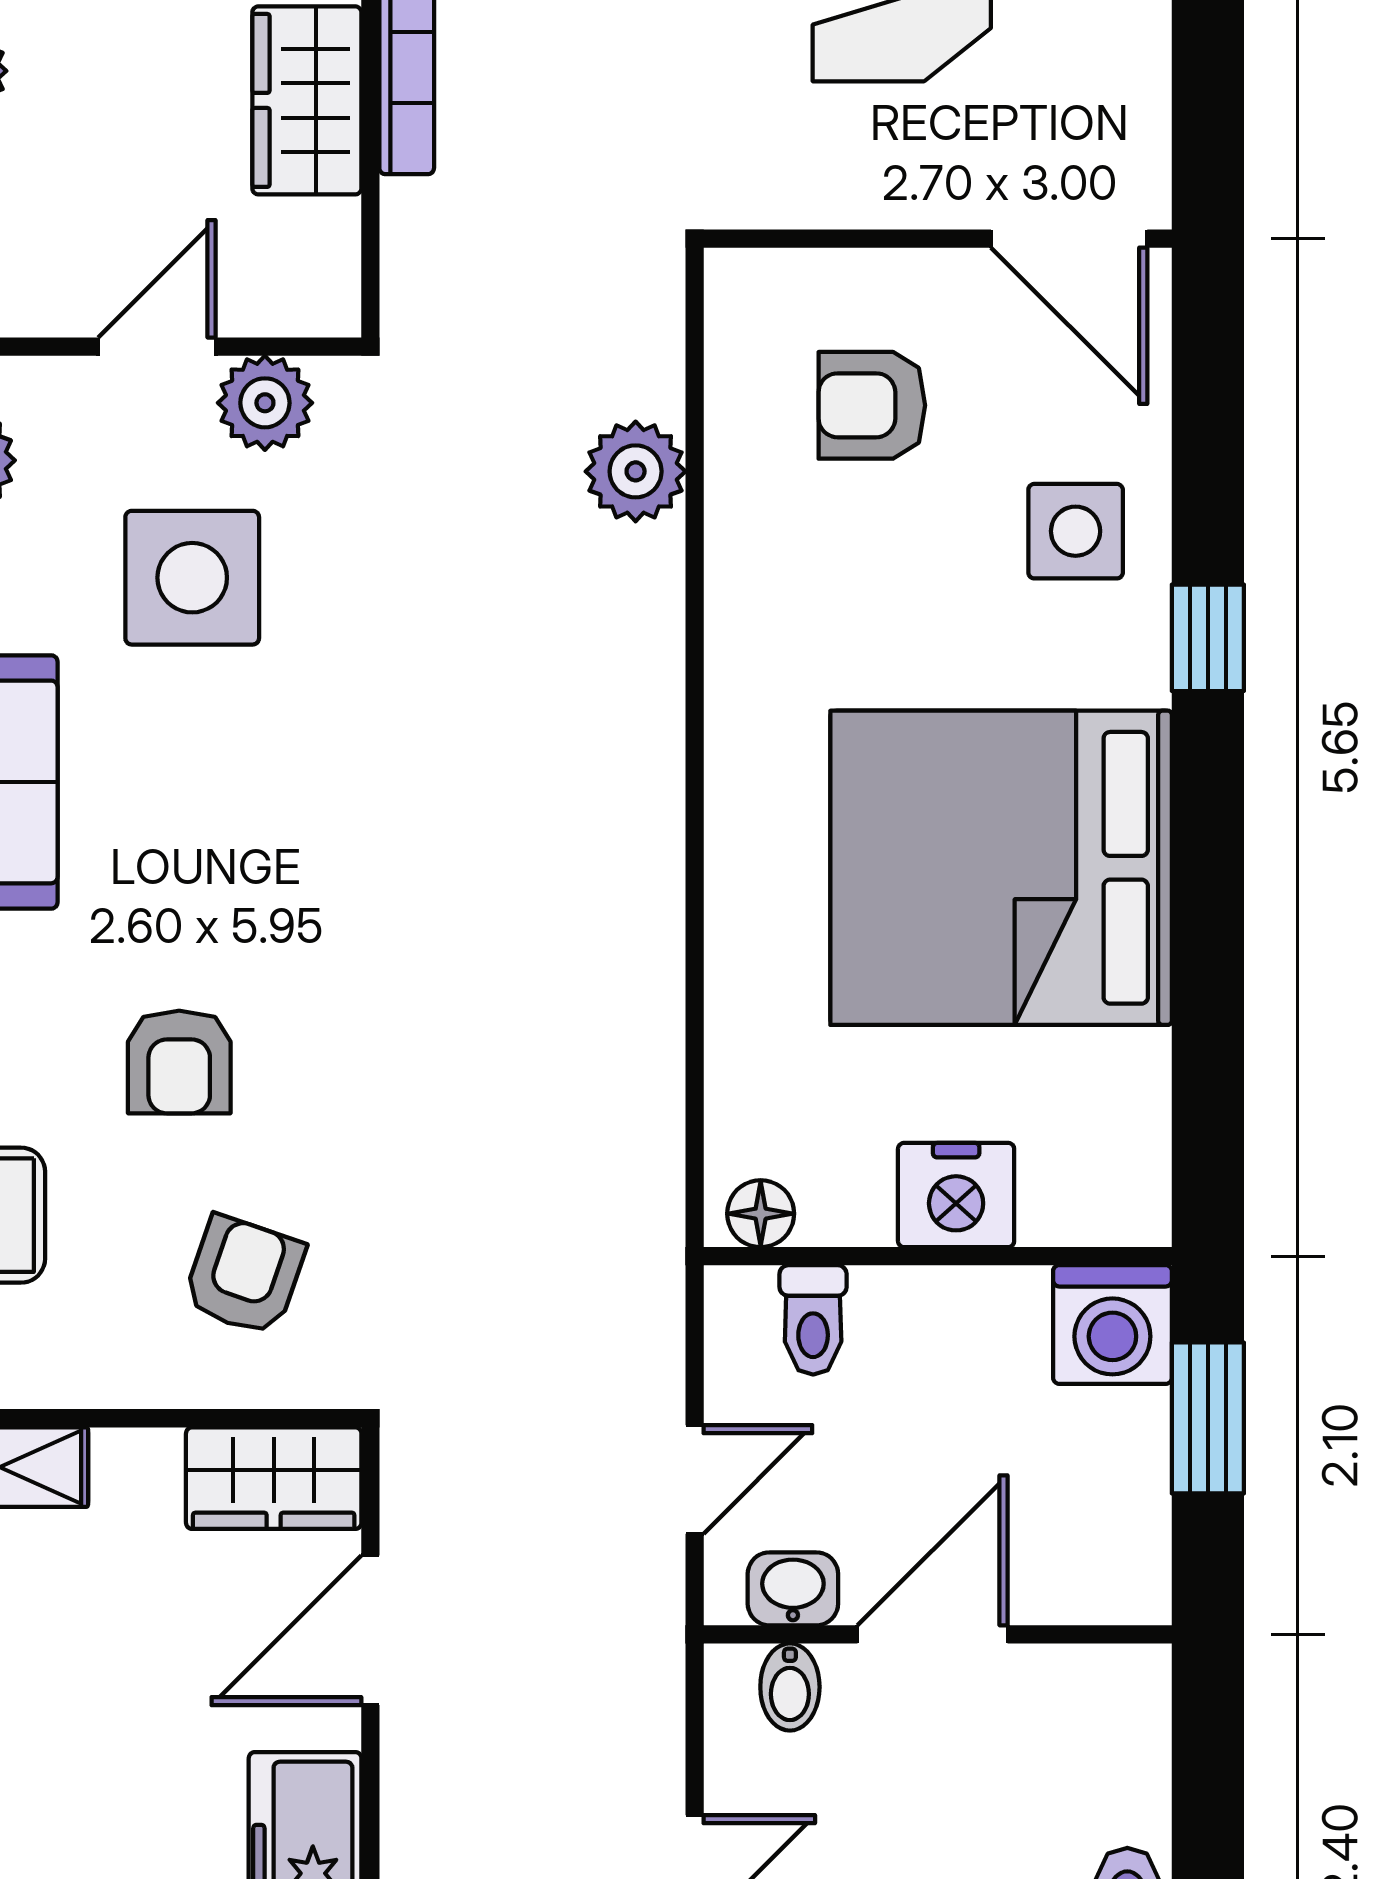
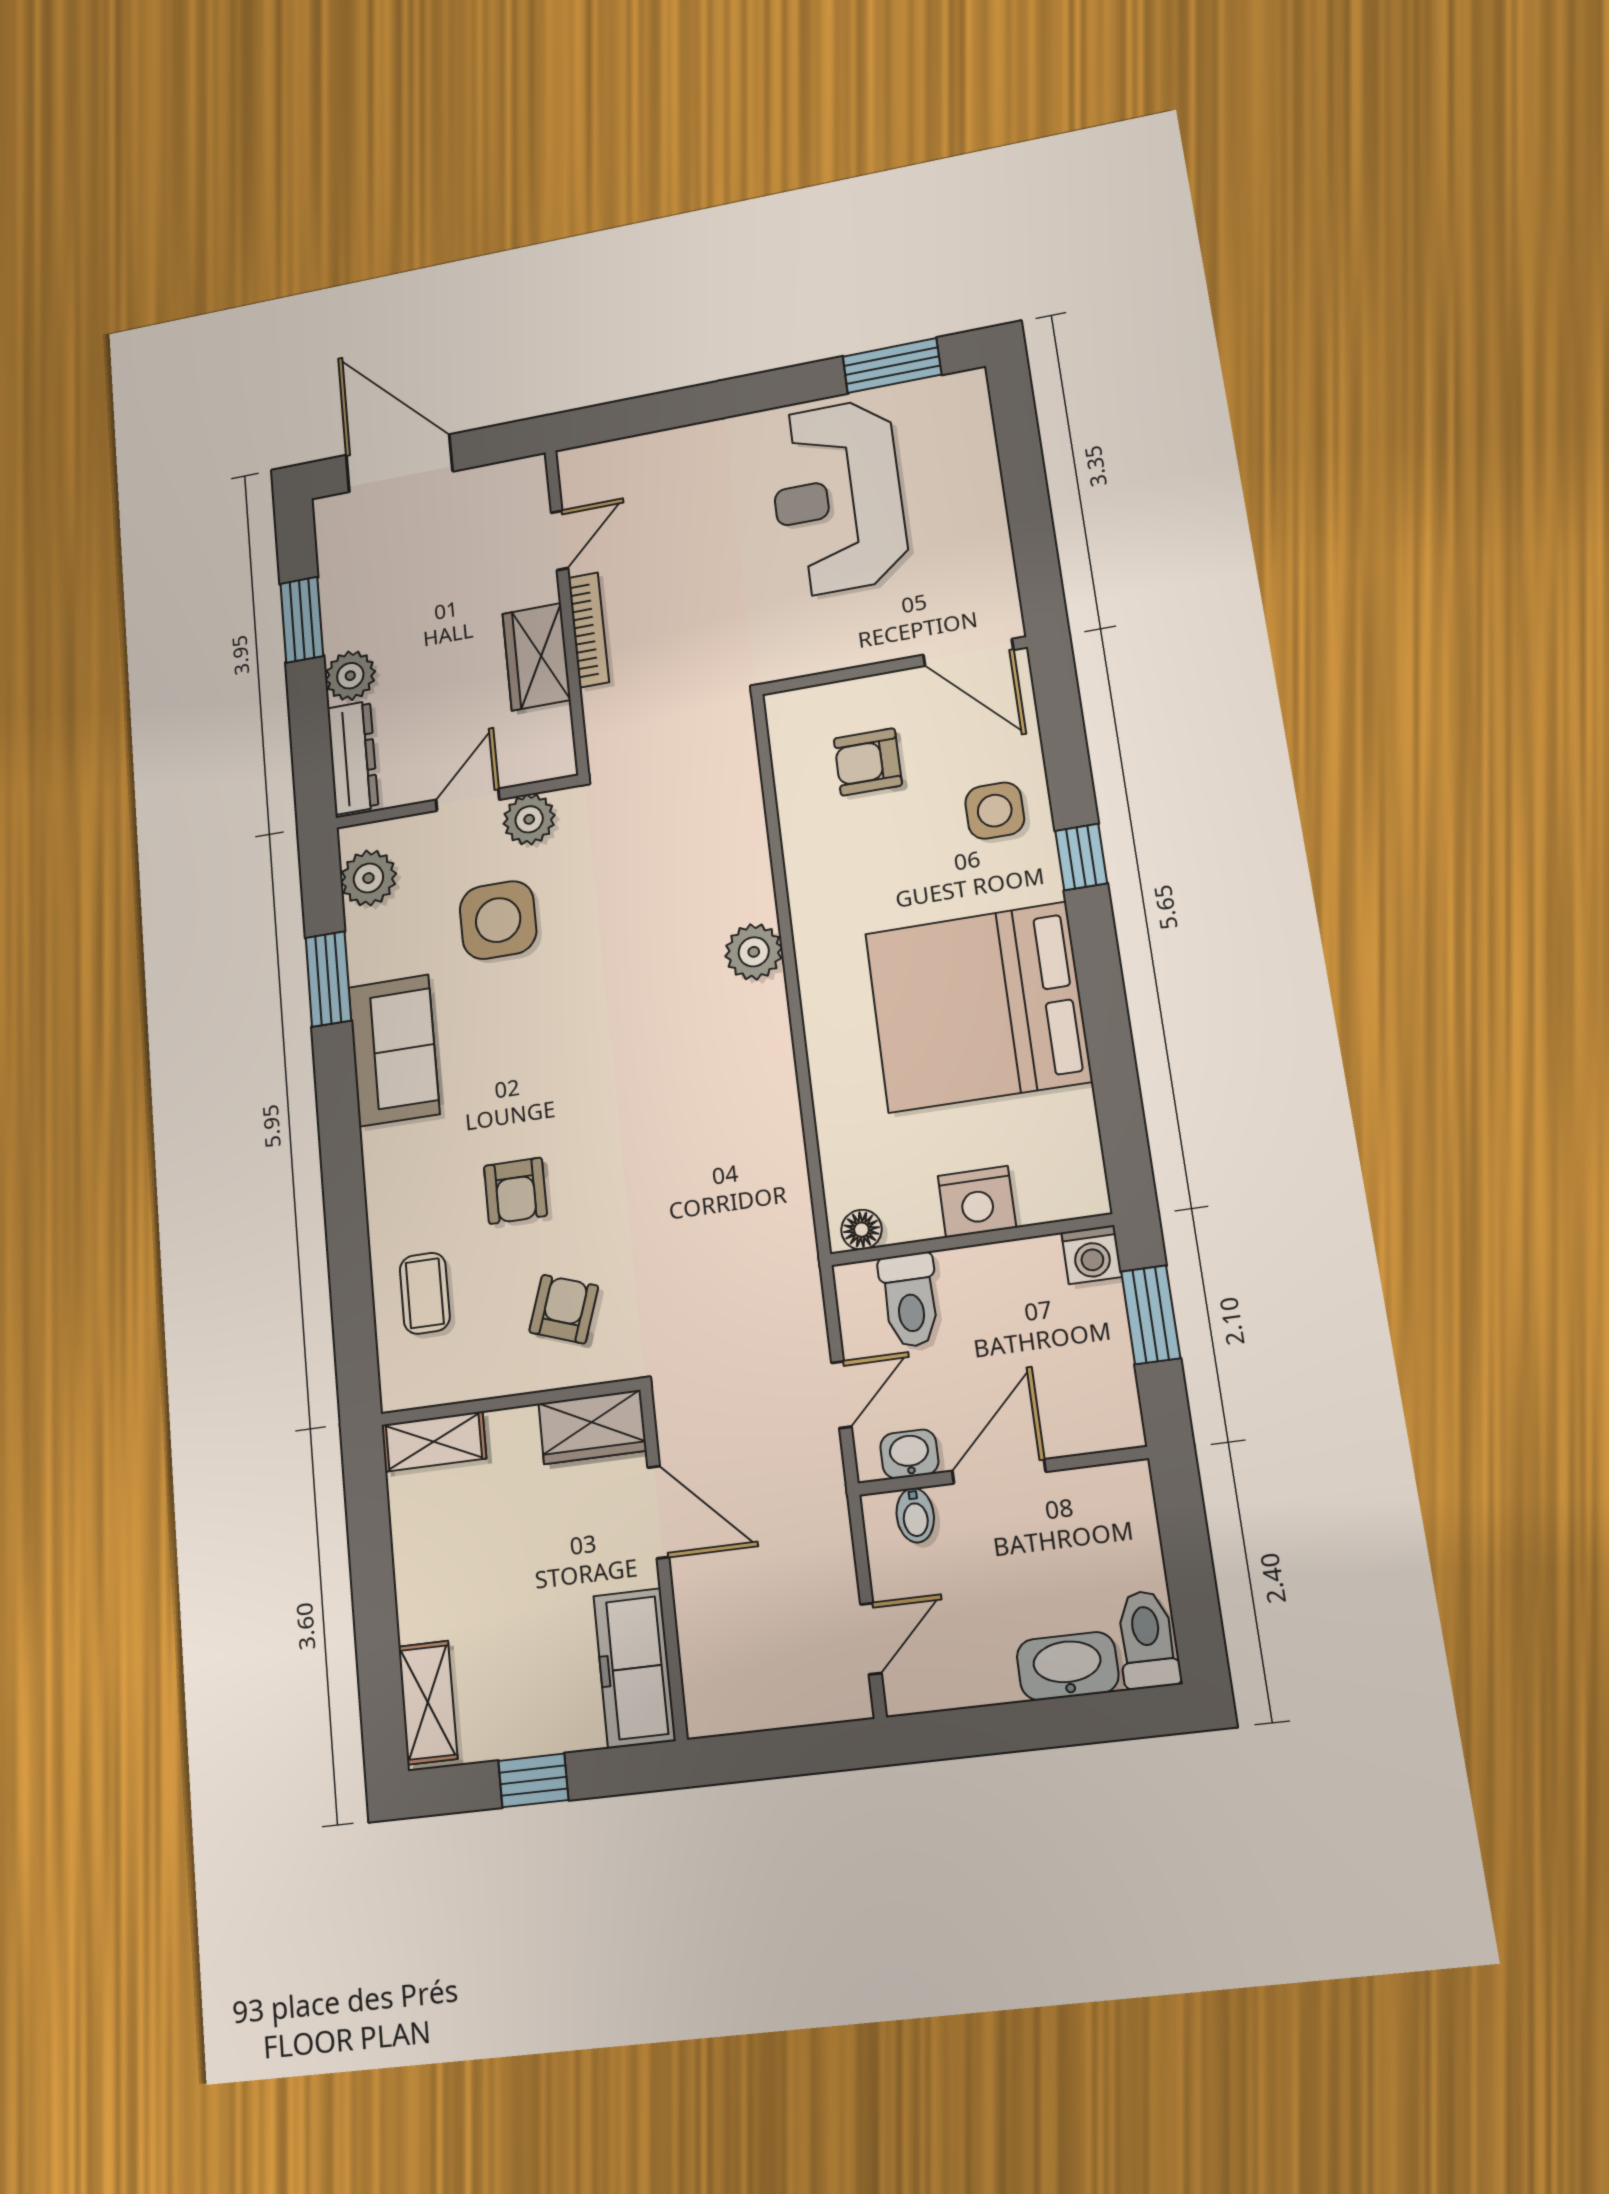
plant: (636, 471) -> (754, 952), moved
toilet: (813, 1320) -> (910, 1300), width x1.37, depth x1.39
washing machine: (1112, 1325) -> (1092, 1255), width x0.73, depth x0.73
door: (370, 1630) -> (658, 1512), swing flipped

